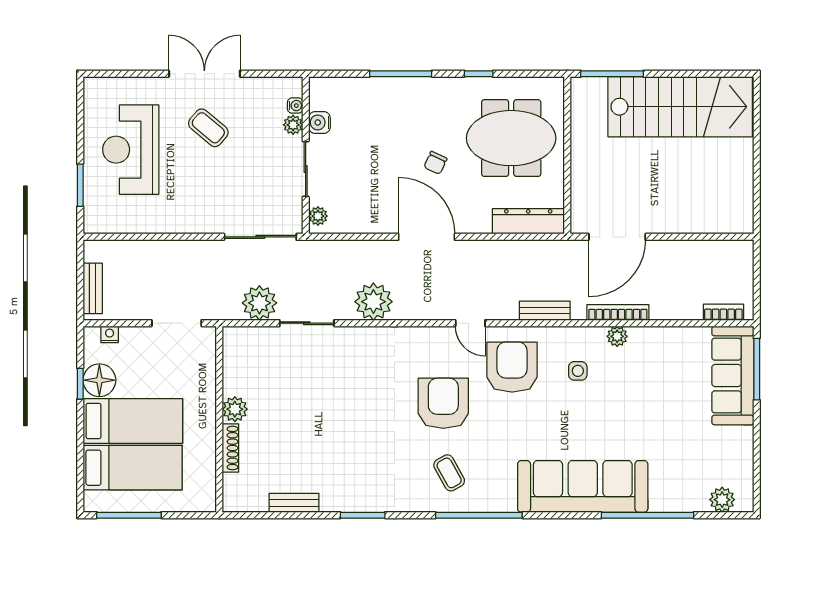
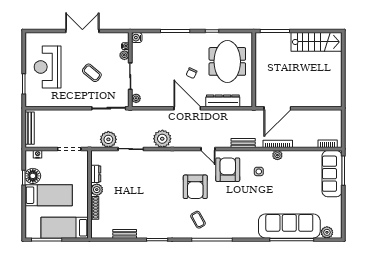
stairs: (680, 107) -> (316, 42), width x0.73, depth x0.66
water cooler: (319, 122) -> (137, 38), moved
coffee table: (208, 128) -> (92, 73), moved
meeting table: (511, 138) -> (227, 61), turned 90
dresser: (528, 221) -> (223, 101), moved
bench: (93, 288) -> (30, 128), width x1.36
dresser: (233, 376) -> (96, 174), added
armchair: (443, 403) -> (195, 187), turned 180
bed: (133, 468) -> (65, 228), moved, turned 180
sofa: (583, 486) -> (289, 226), moved

